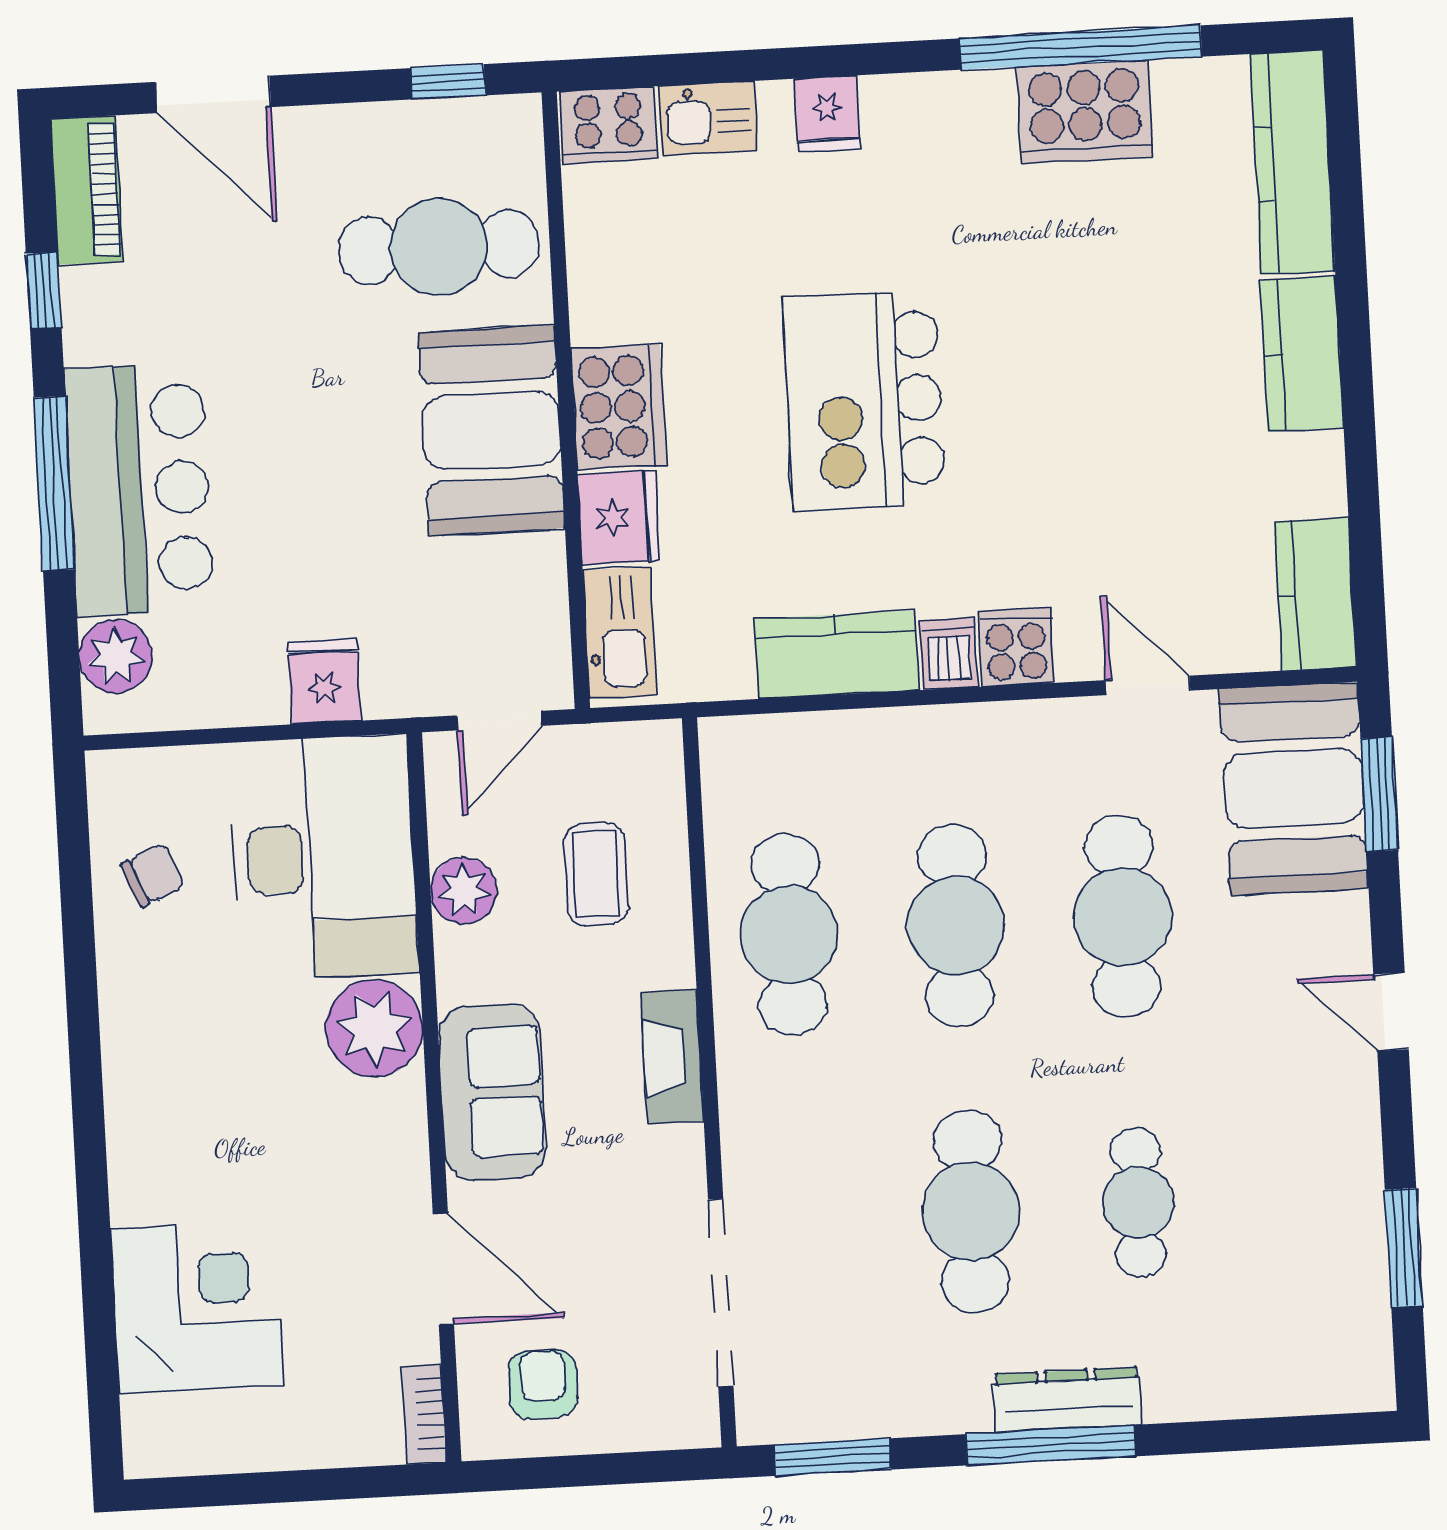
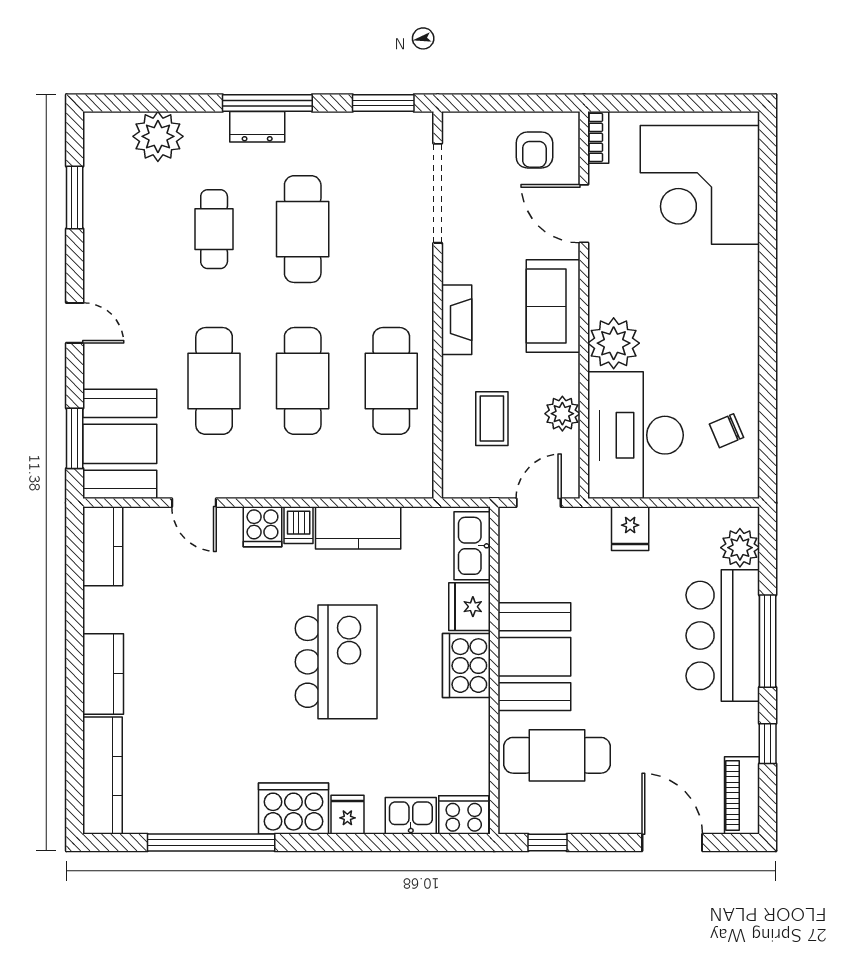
cooker: (1085, 112) -> (293, 808), moved
corner desk: (197, 1307) -> (700, 185), width x1.36, depth x1.36
plant: (1253, 1371) -> (158, 136), added
dresser: (1067, 1400) -> (257, 127), width x0.70

